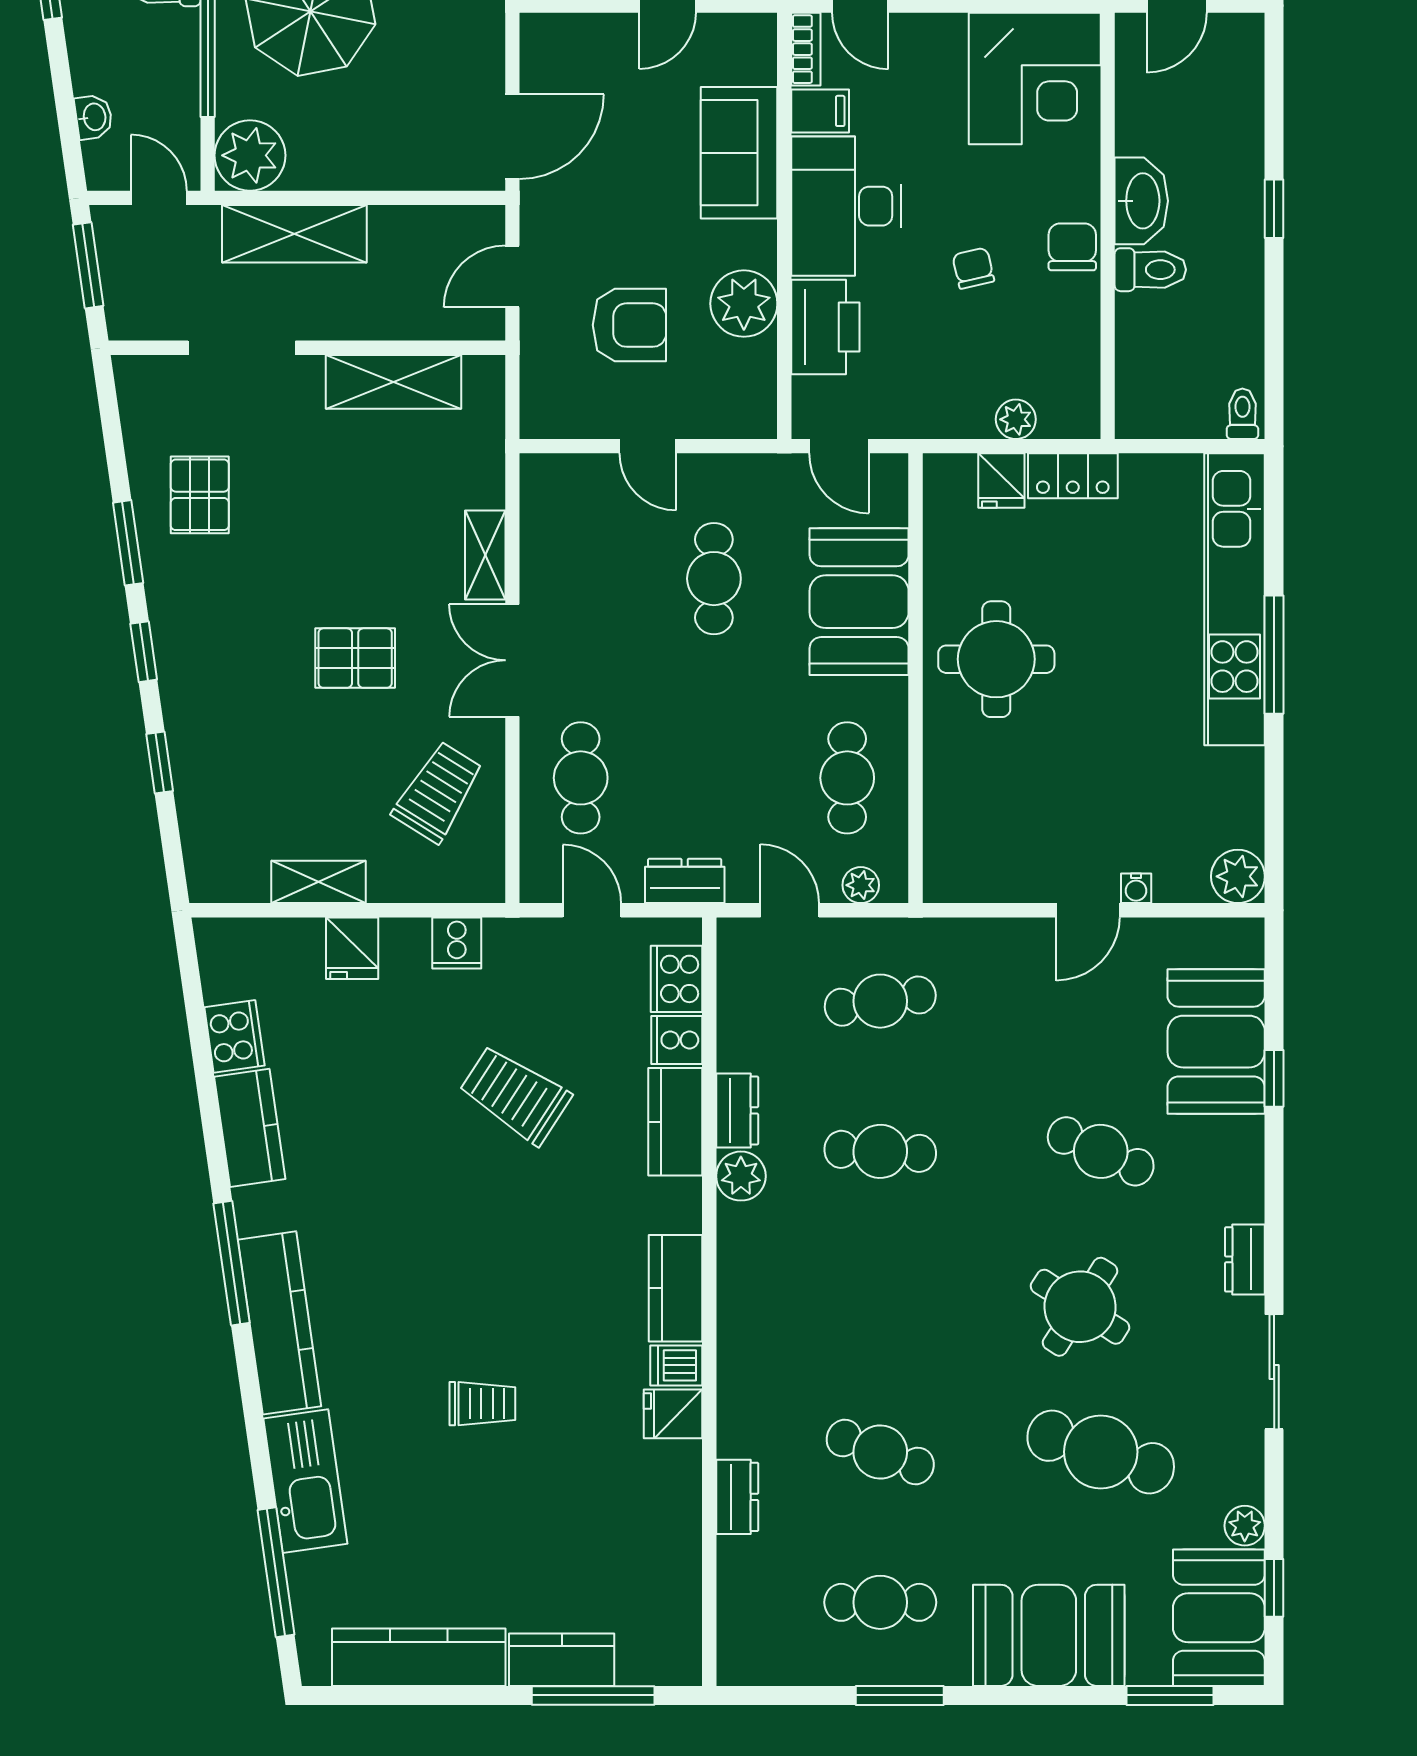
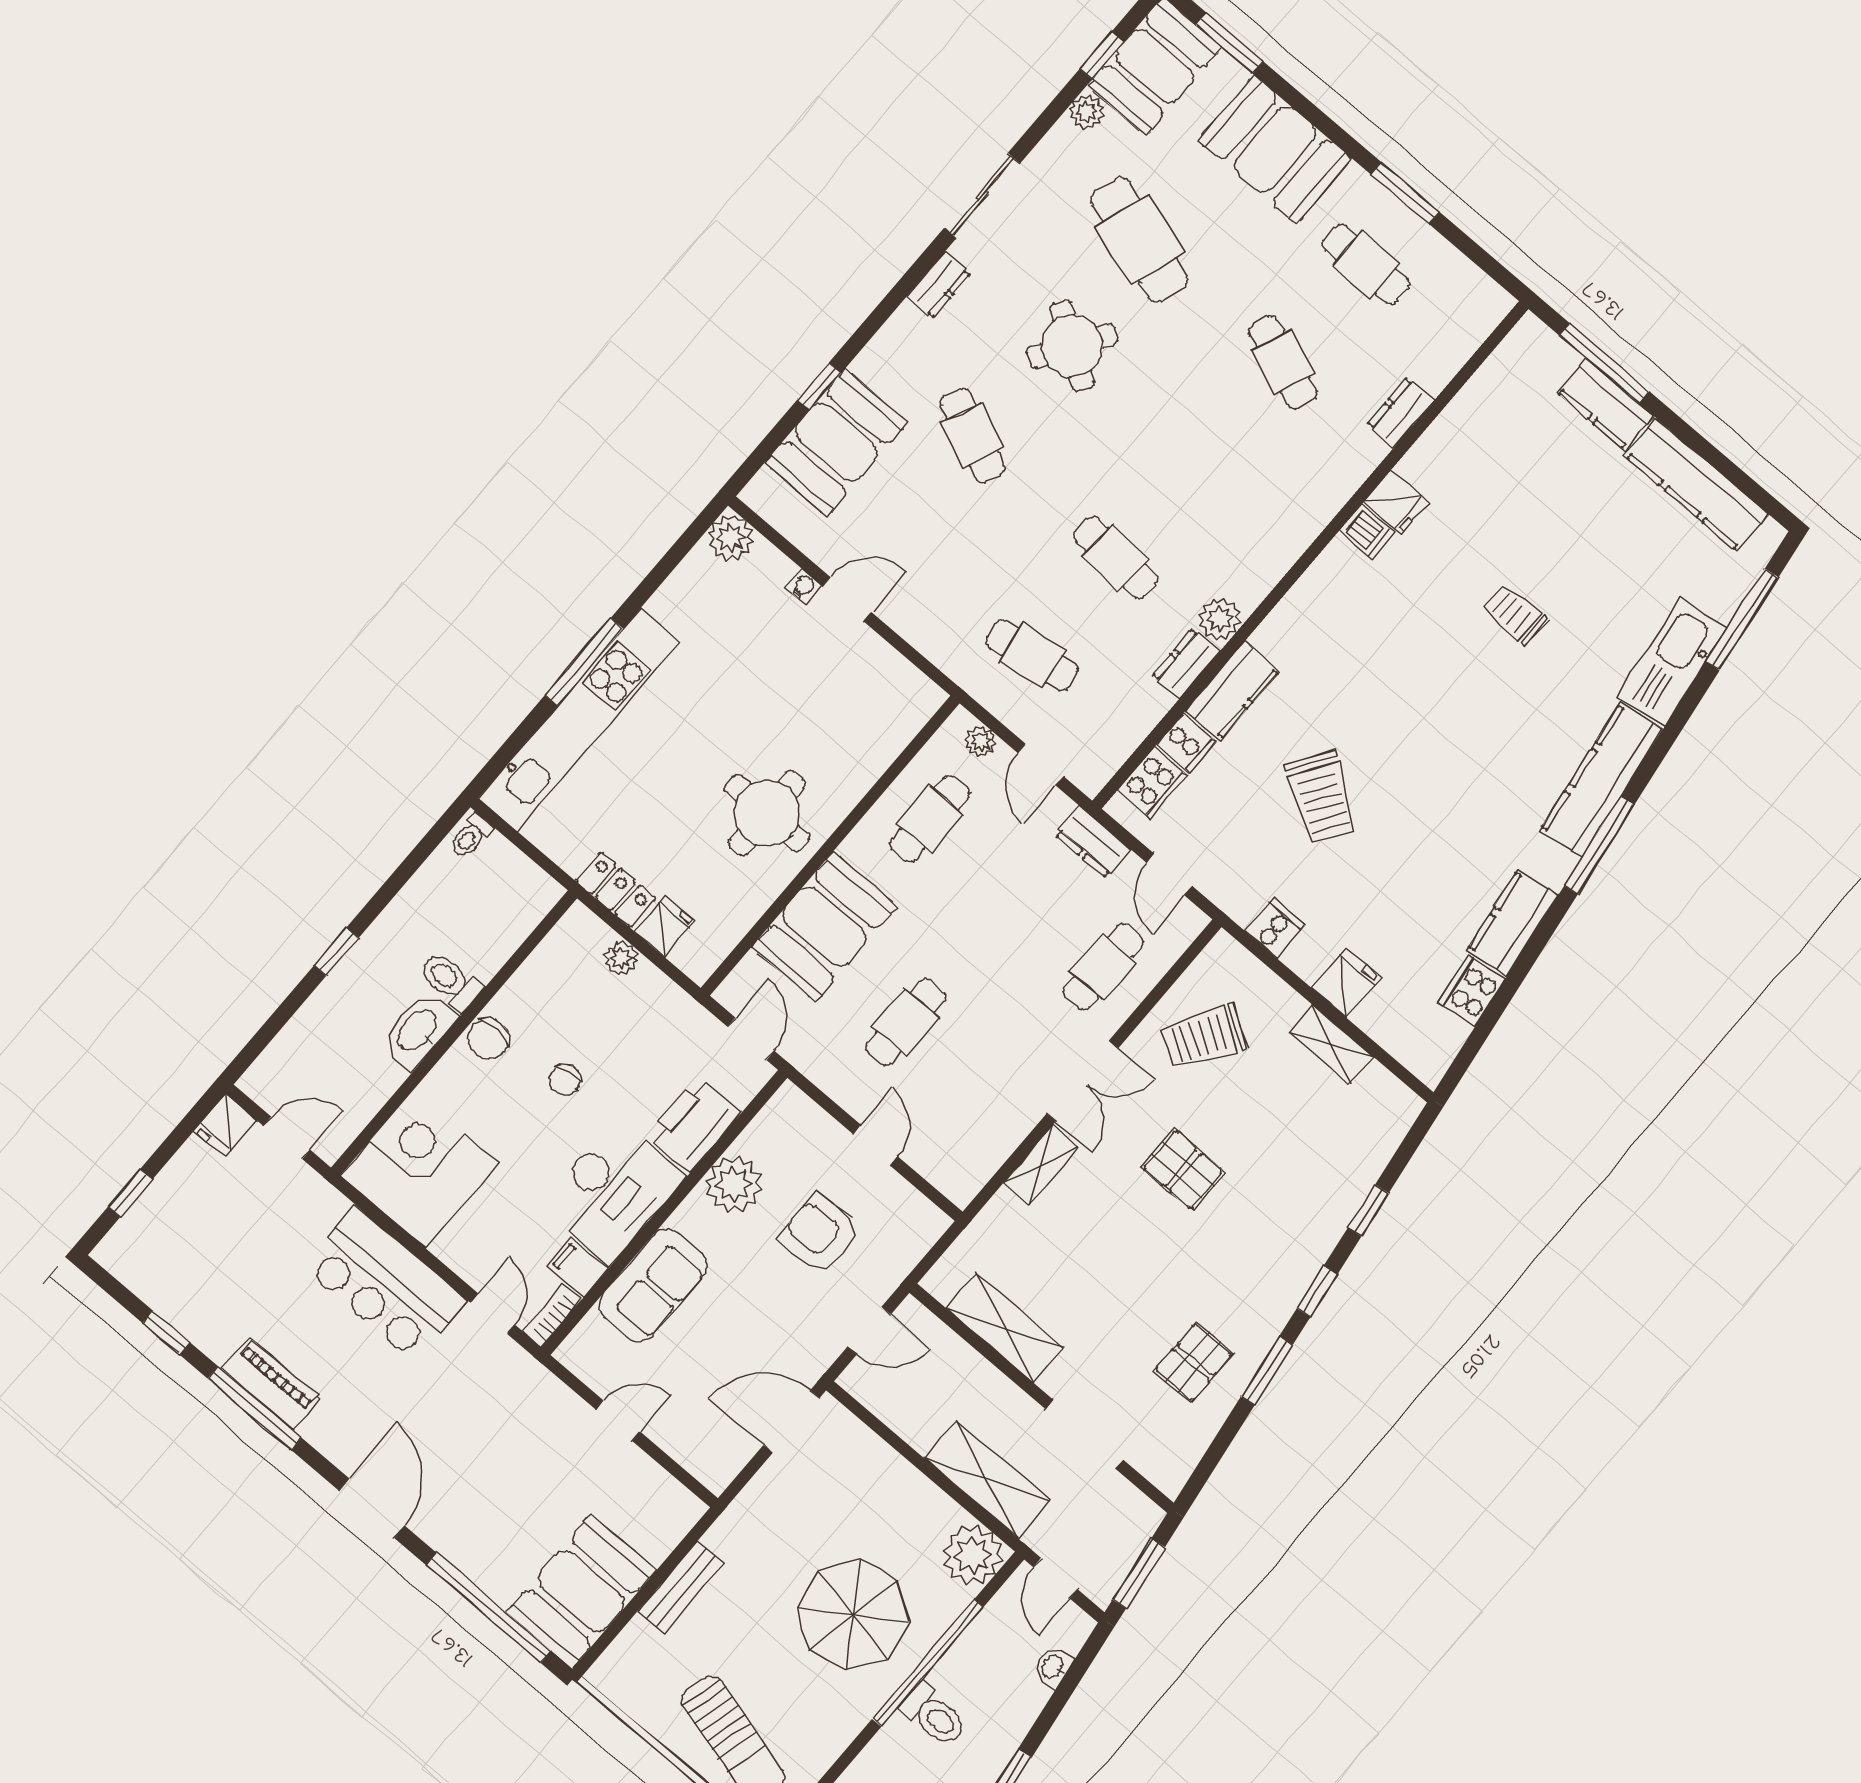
kitchen counter: (676, 1288) -> (1325, 582), removed

